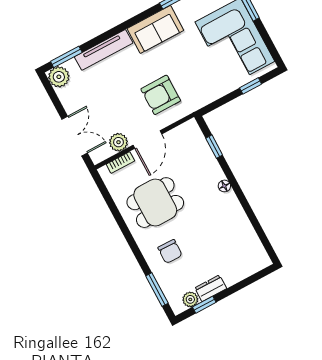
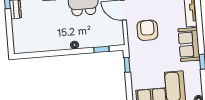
window: (251, 86) -> (127, 65), moved

